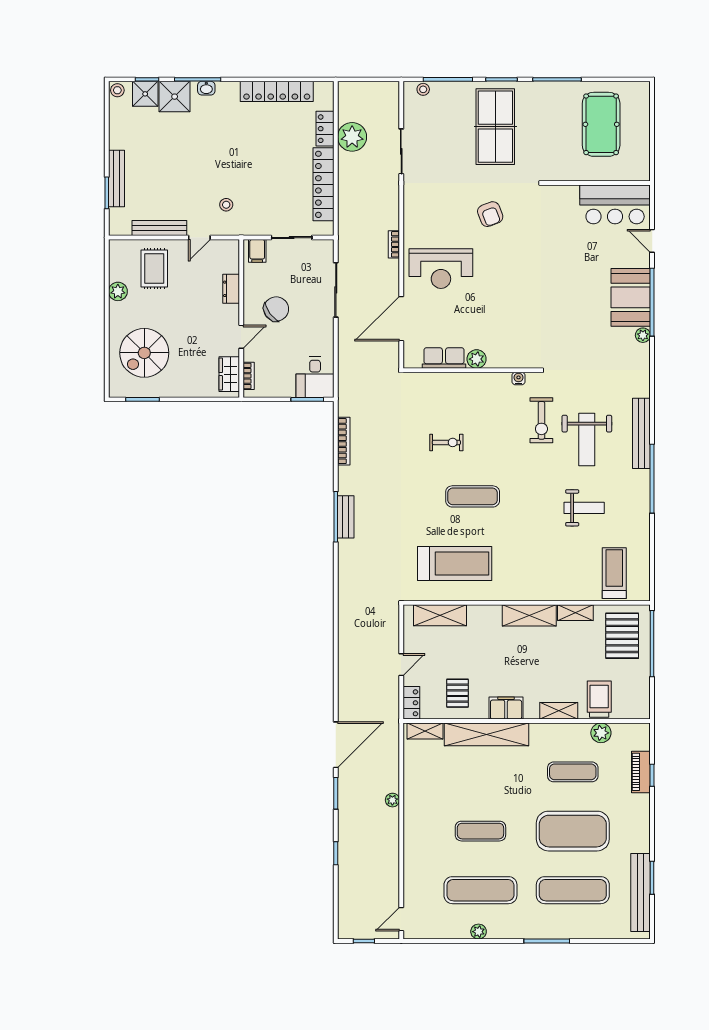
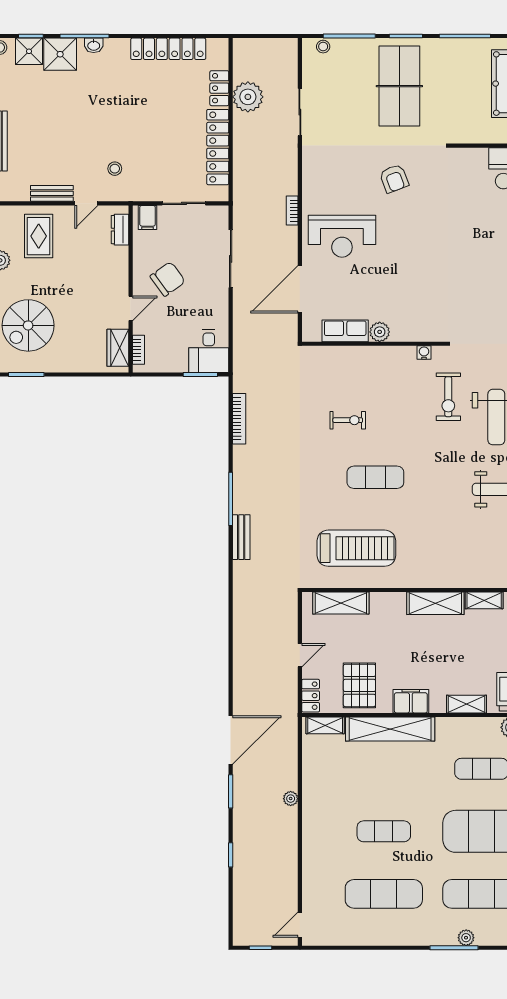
bench: (159, 228) -> (52, 193), width x0.73
dresser: (231, 289) -> (120, 230), moved
bench: (346, 517) -> (241, 537), moved
pallet: (457, 693) -> (359, 685), width x1.50, depth x1.42
plant: (479, 932) -> (466, 938), moved

